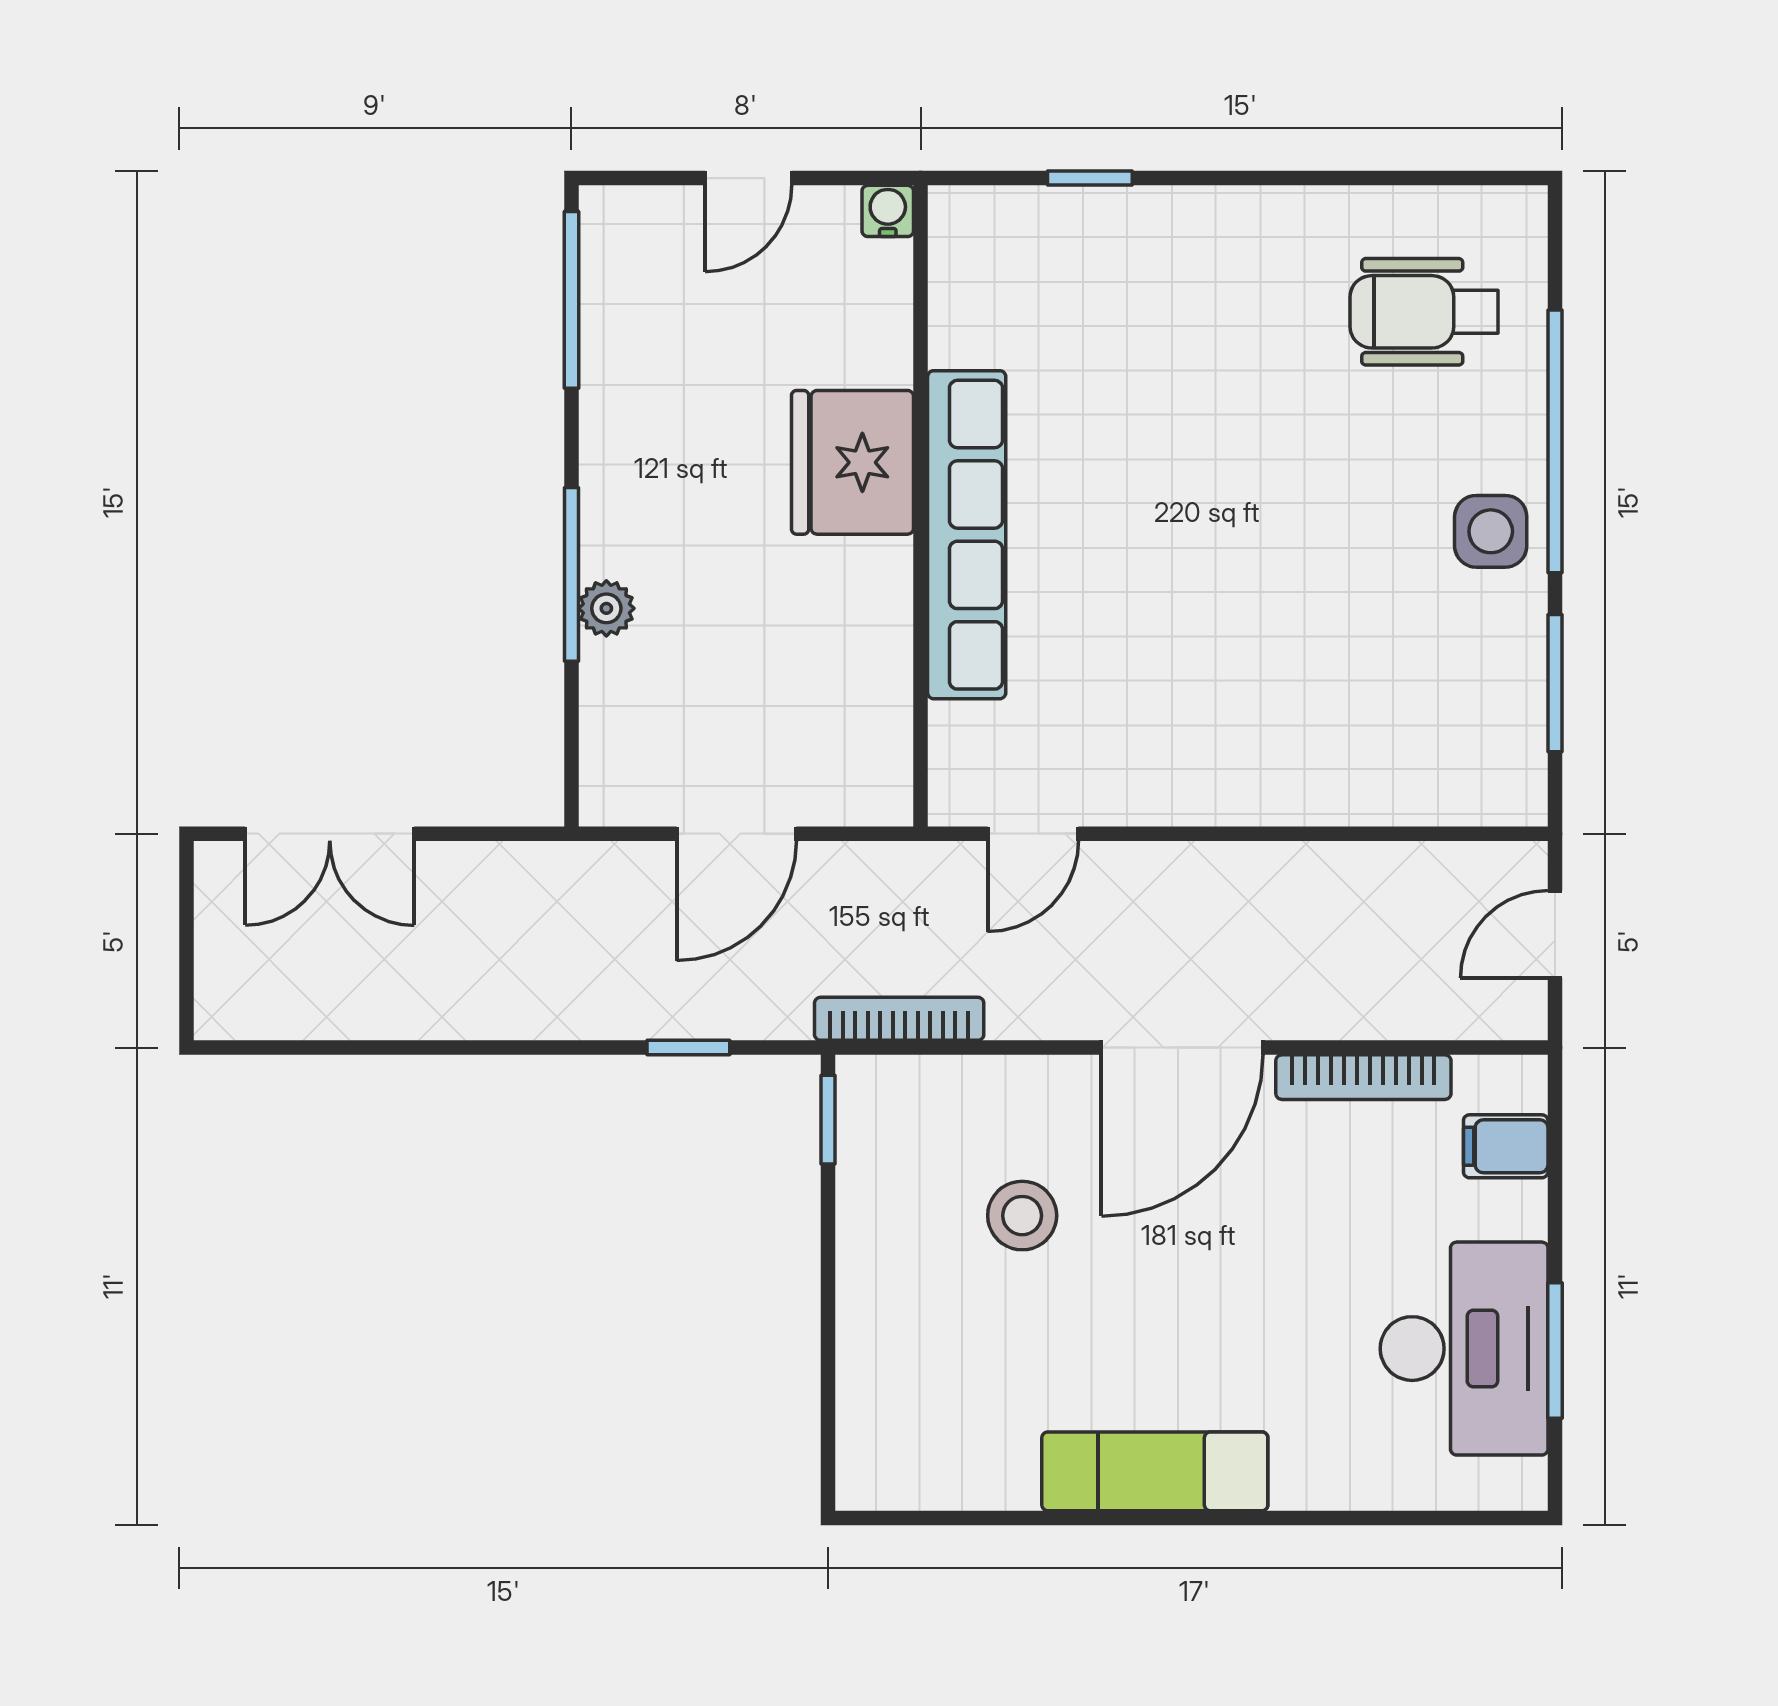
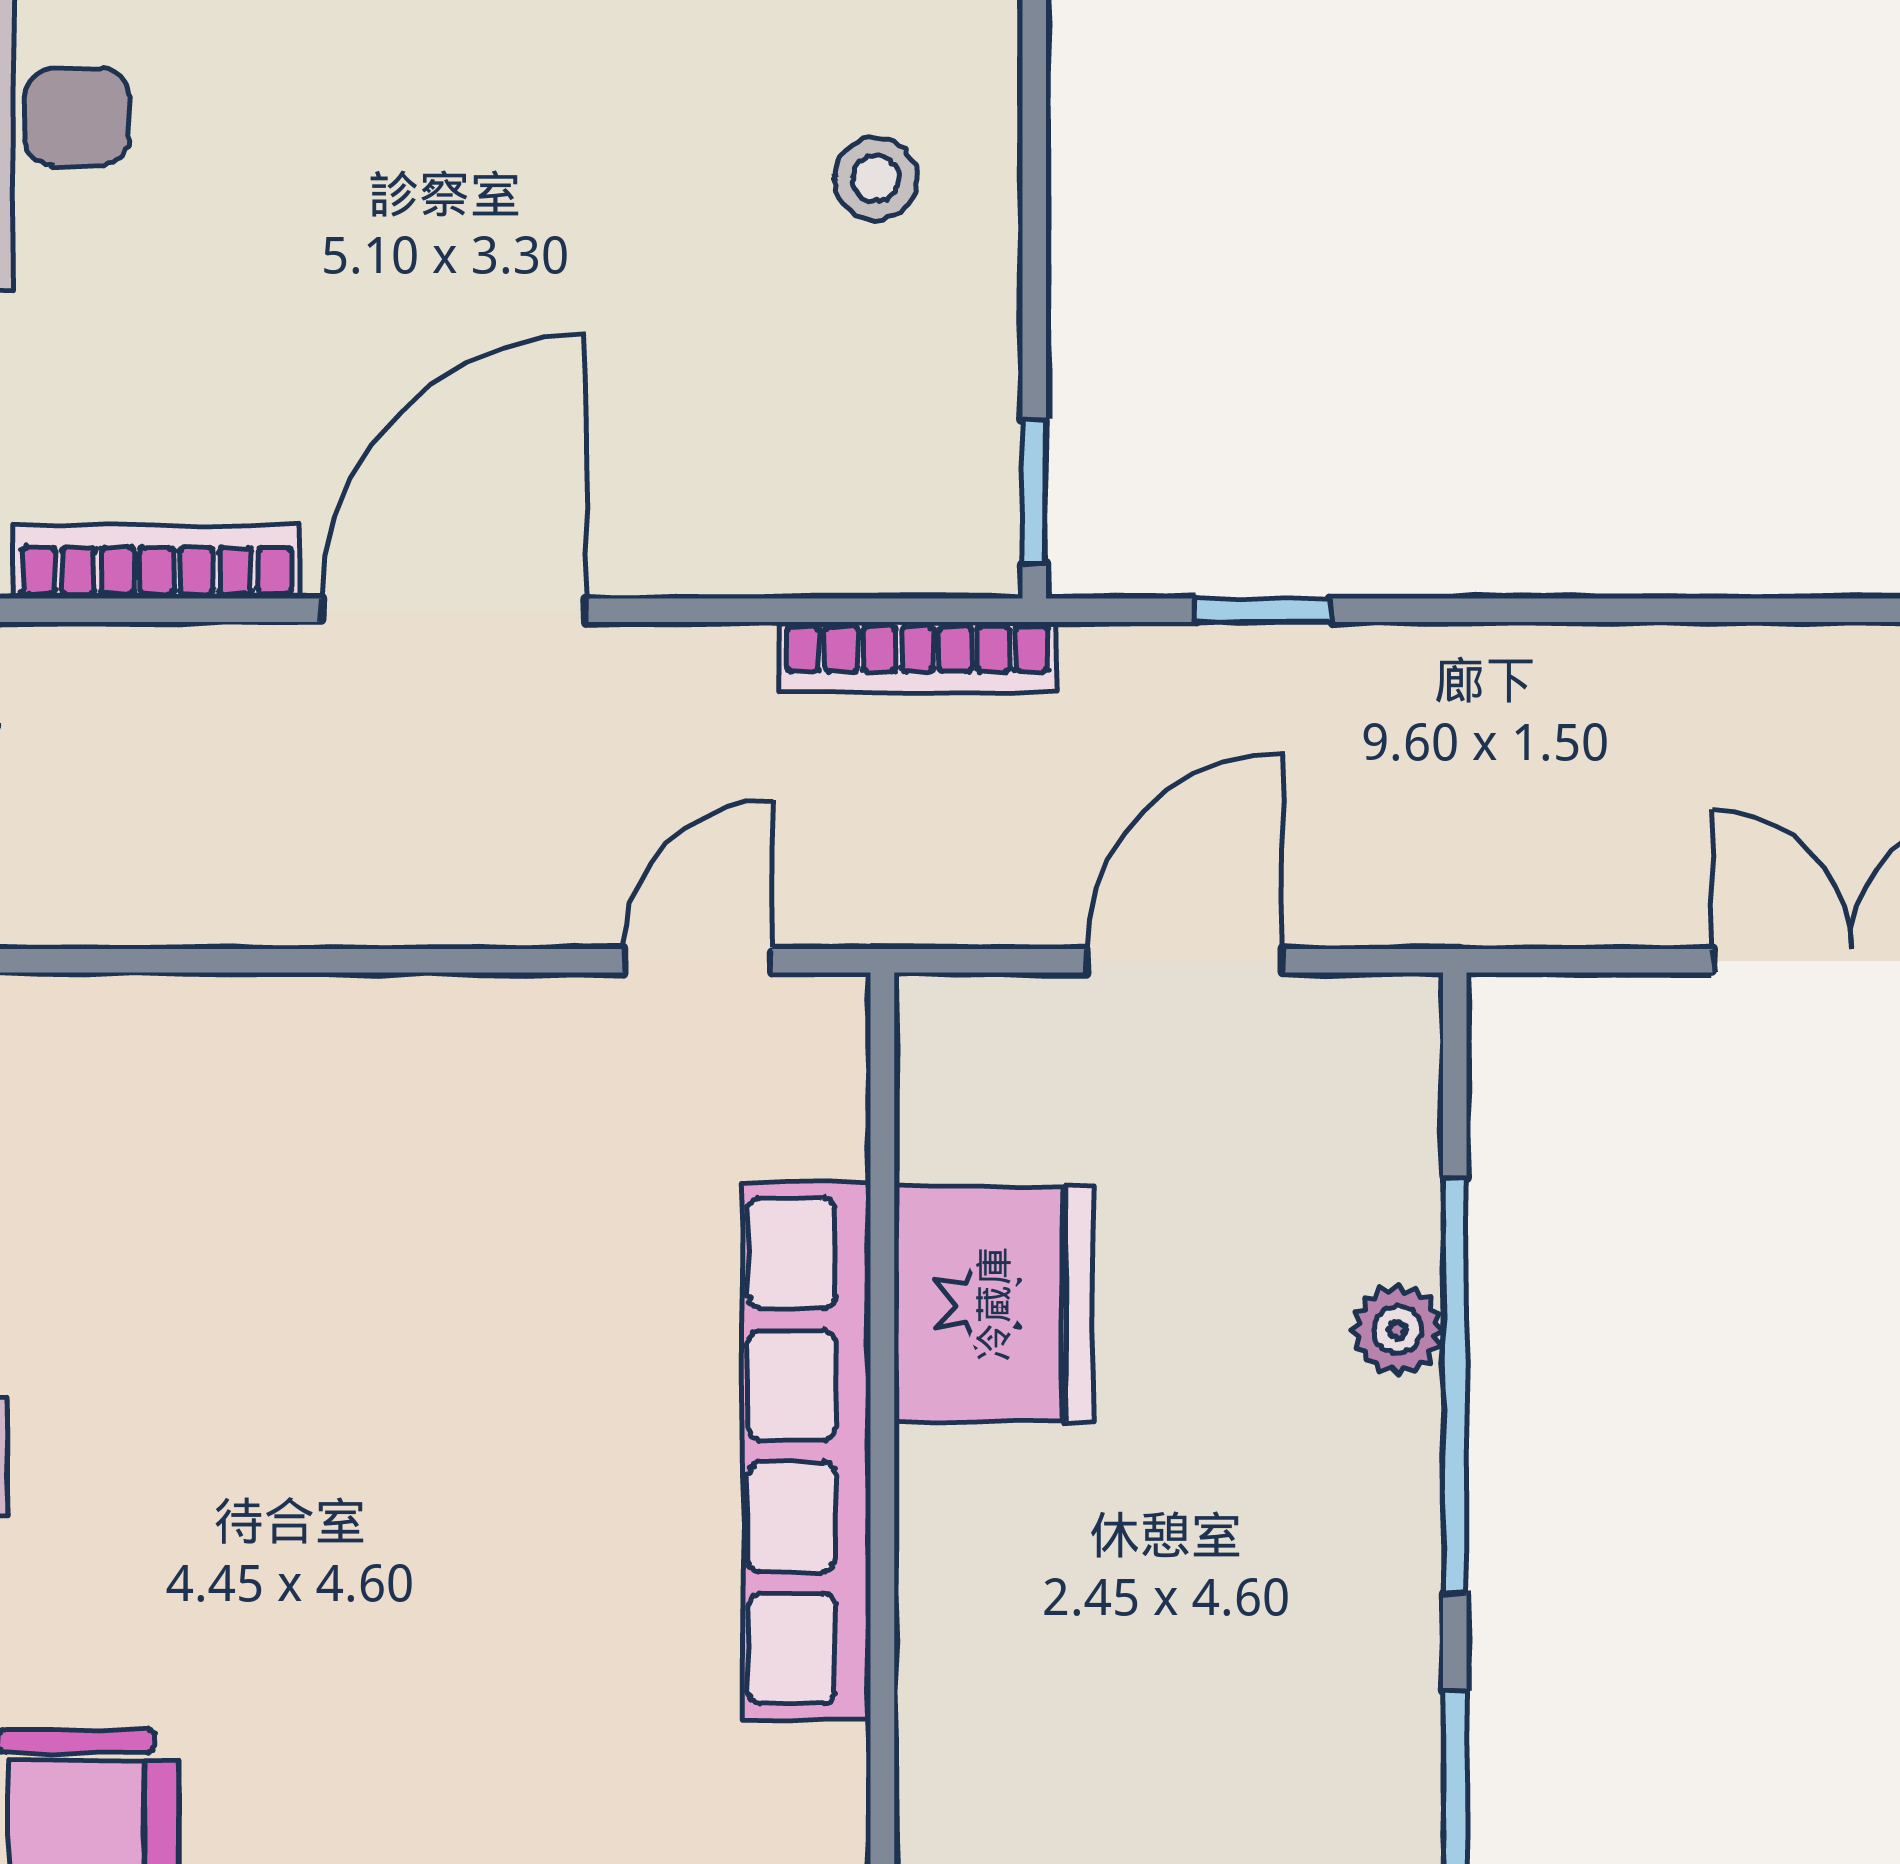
fridge: (853, 462) -> (994, 1304), moved
window: (571, 574) -> (1455, 1386), width x1.46
stool: (1022, 1216) -> (876, 179), moved, width x0.73, depth x0.73

